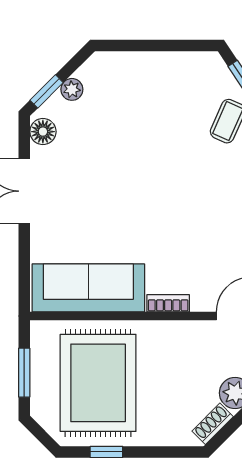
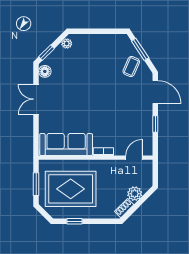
plant: (72, 89) -> (67, 43), moved
rug: (98, 383) -> (71, 189), turned 90

